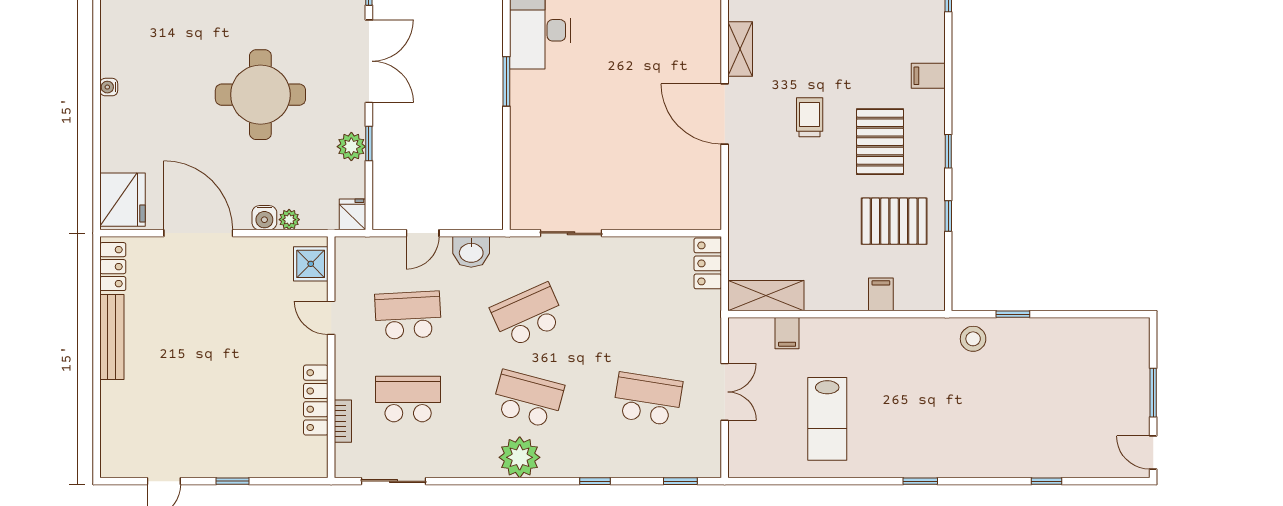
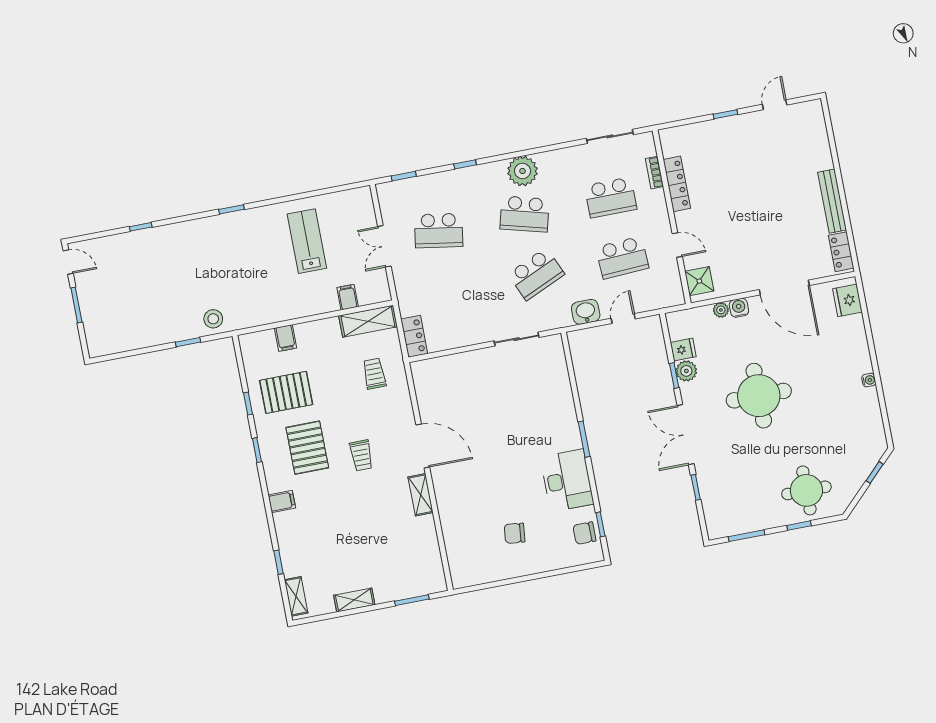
fridge: (123, 200) -> (847, 300), width x0.73, depth x0.75
fridge: (353, 214) -> (683, 350), moved, turned -90
trolley: (771, 224) -> (374, 374), added

